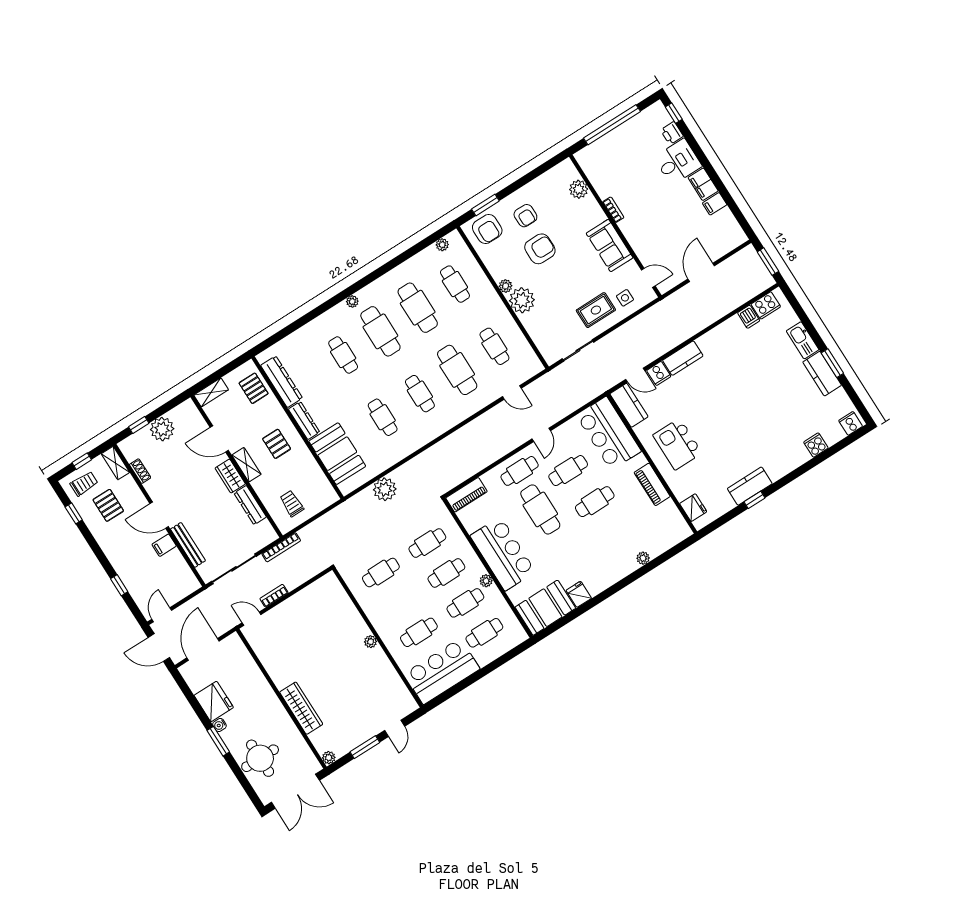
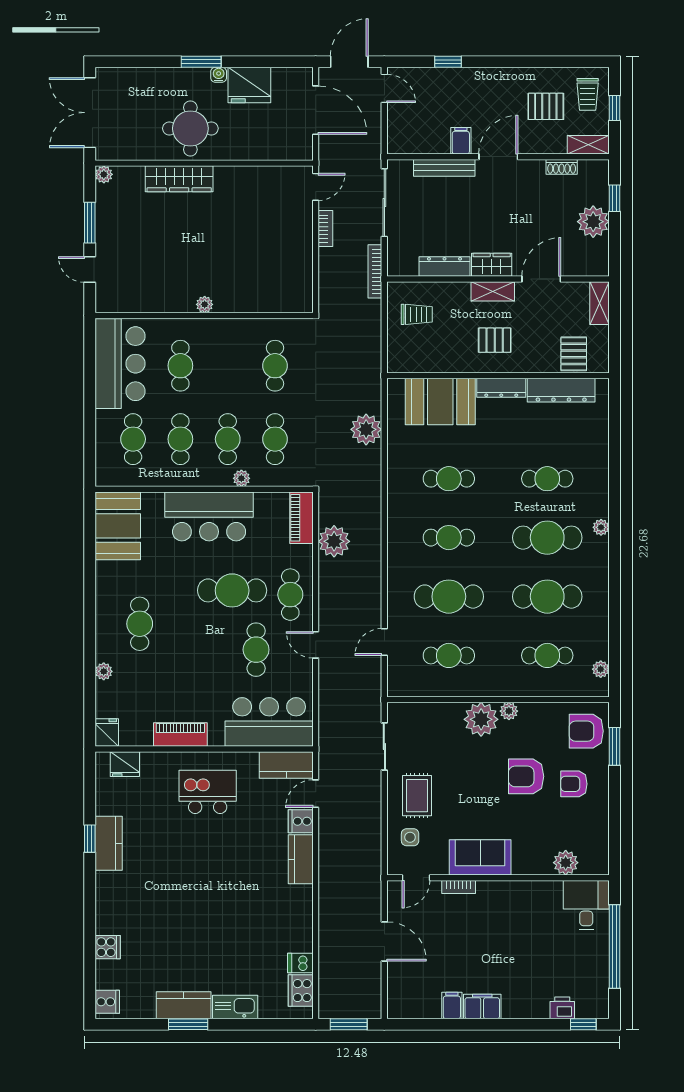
desk: (678, 162) -> (586, 905), moved, turned 180
bookcase: (613, 210) -> (459, 887), moved
armchair: (540, 249) -> (526, 776), turned 90
pallet: (254, 388) -> (574, 354), turned 90
plant: (468, 465) -> (334, 541), added
cafe table: (595, 502) -> (140, 624), moved
window: (74, 513) -> (561, 62), removed
plant: (486, 581) -> (241, 478), moved
fridge: (579, 594) -> (107, 733), moved, turned -90
round table: (260, 758) -> (190, 128), moved

